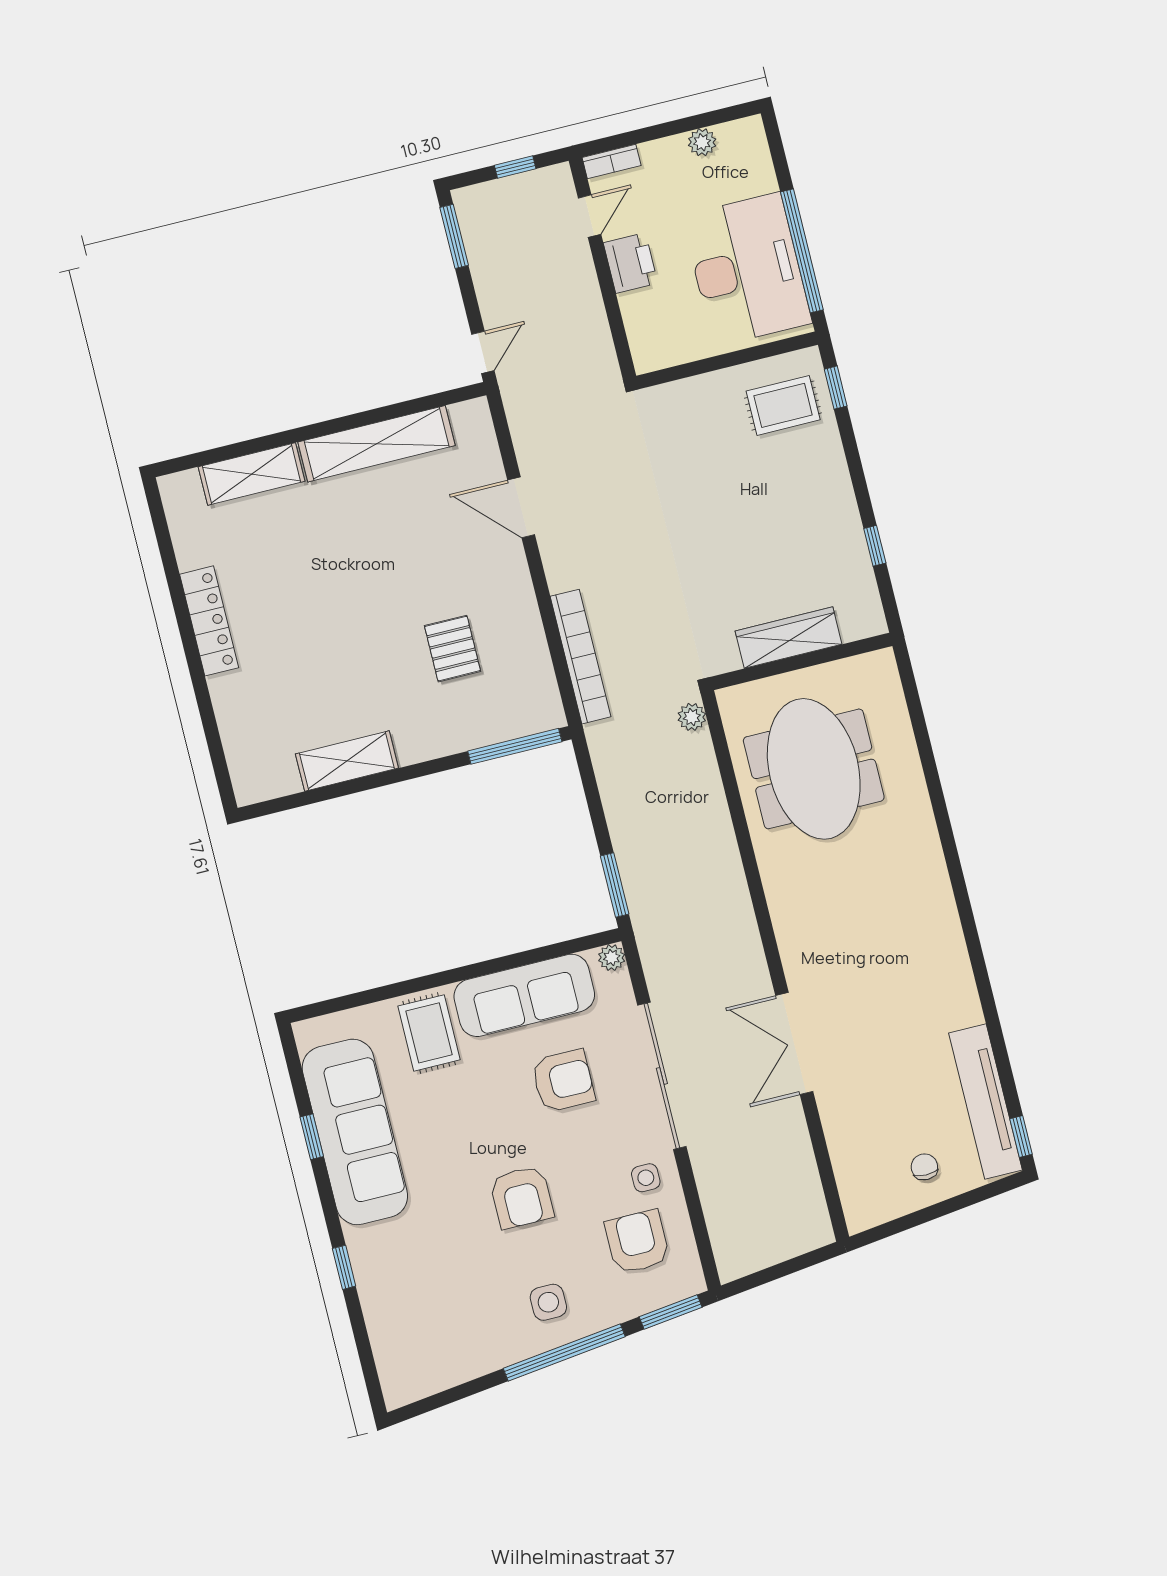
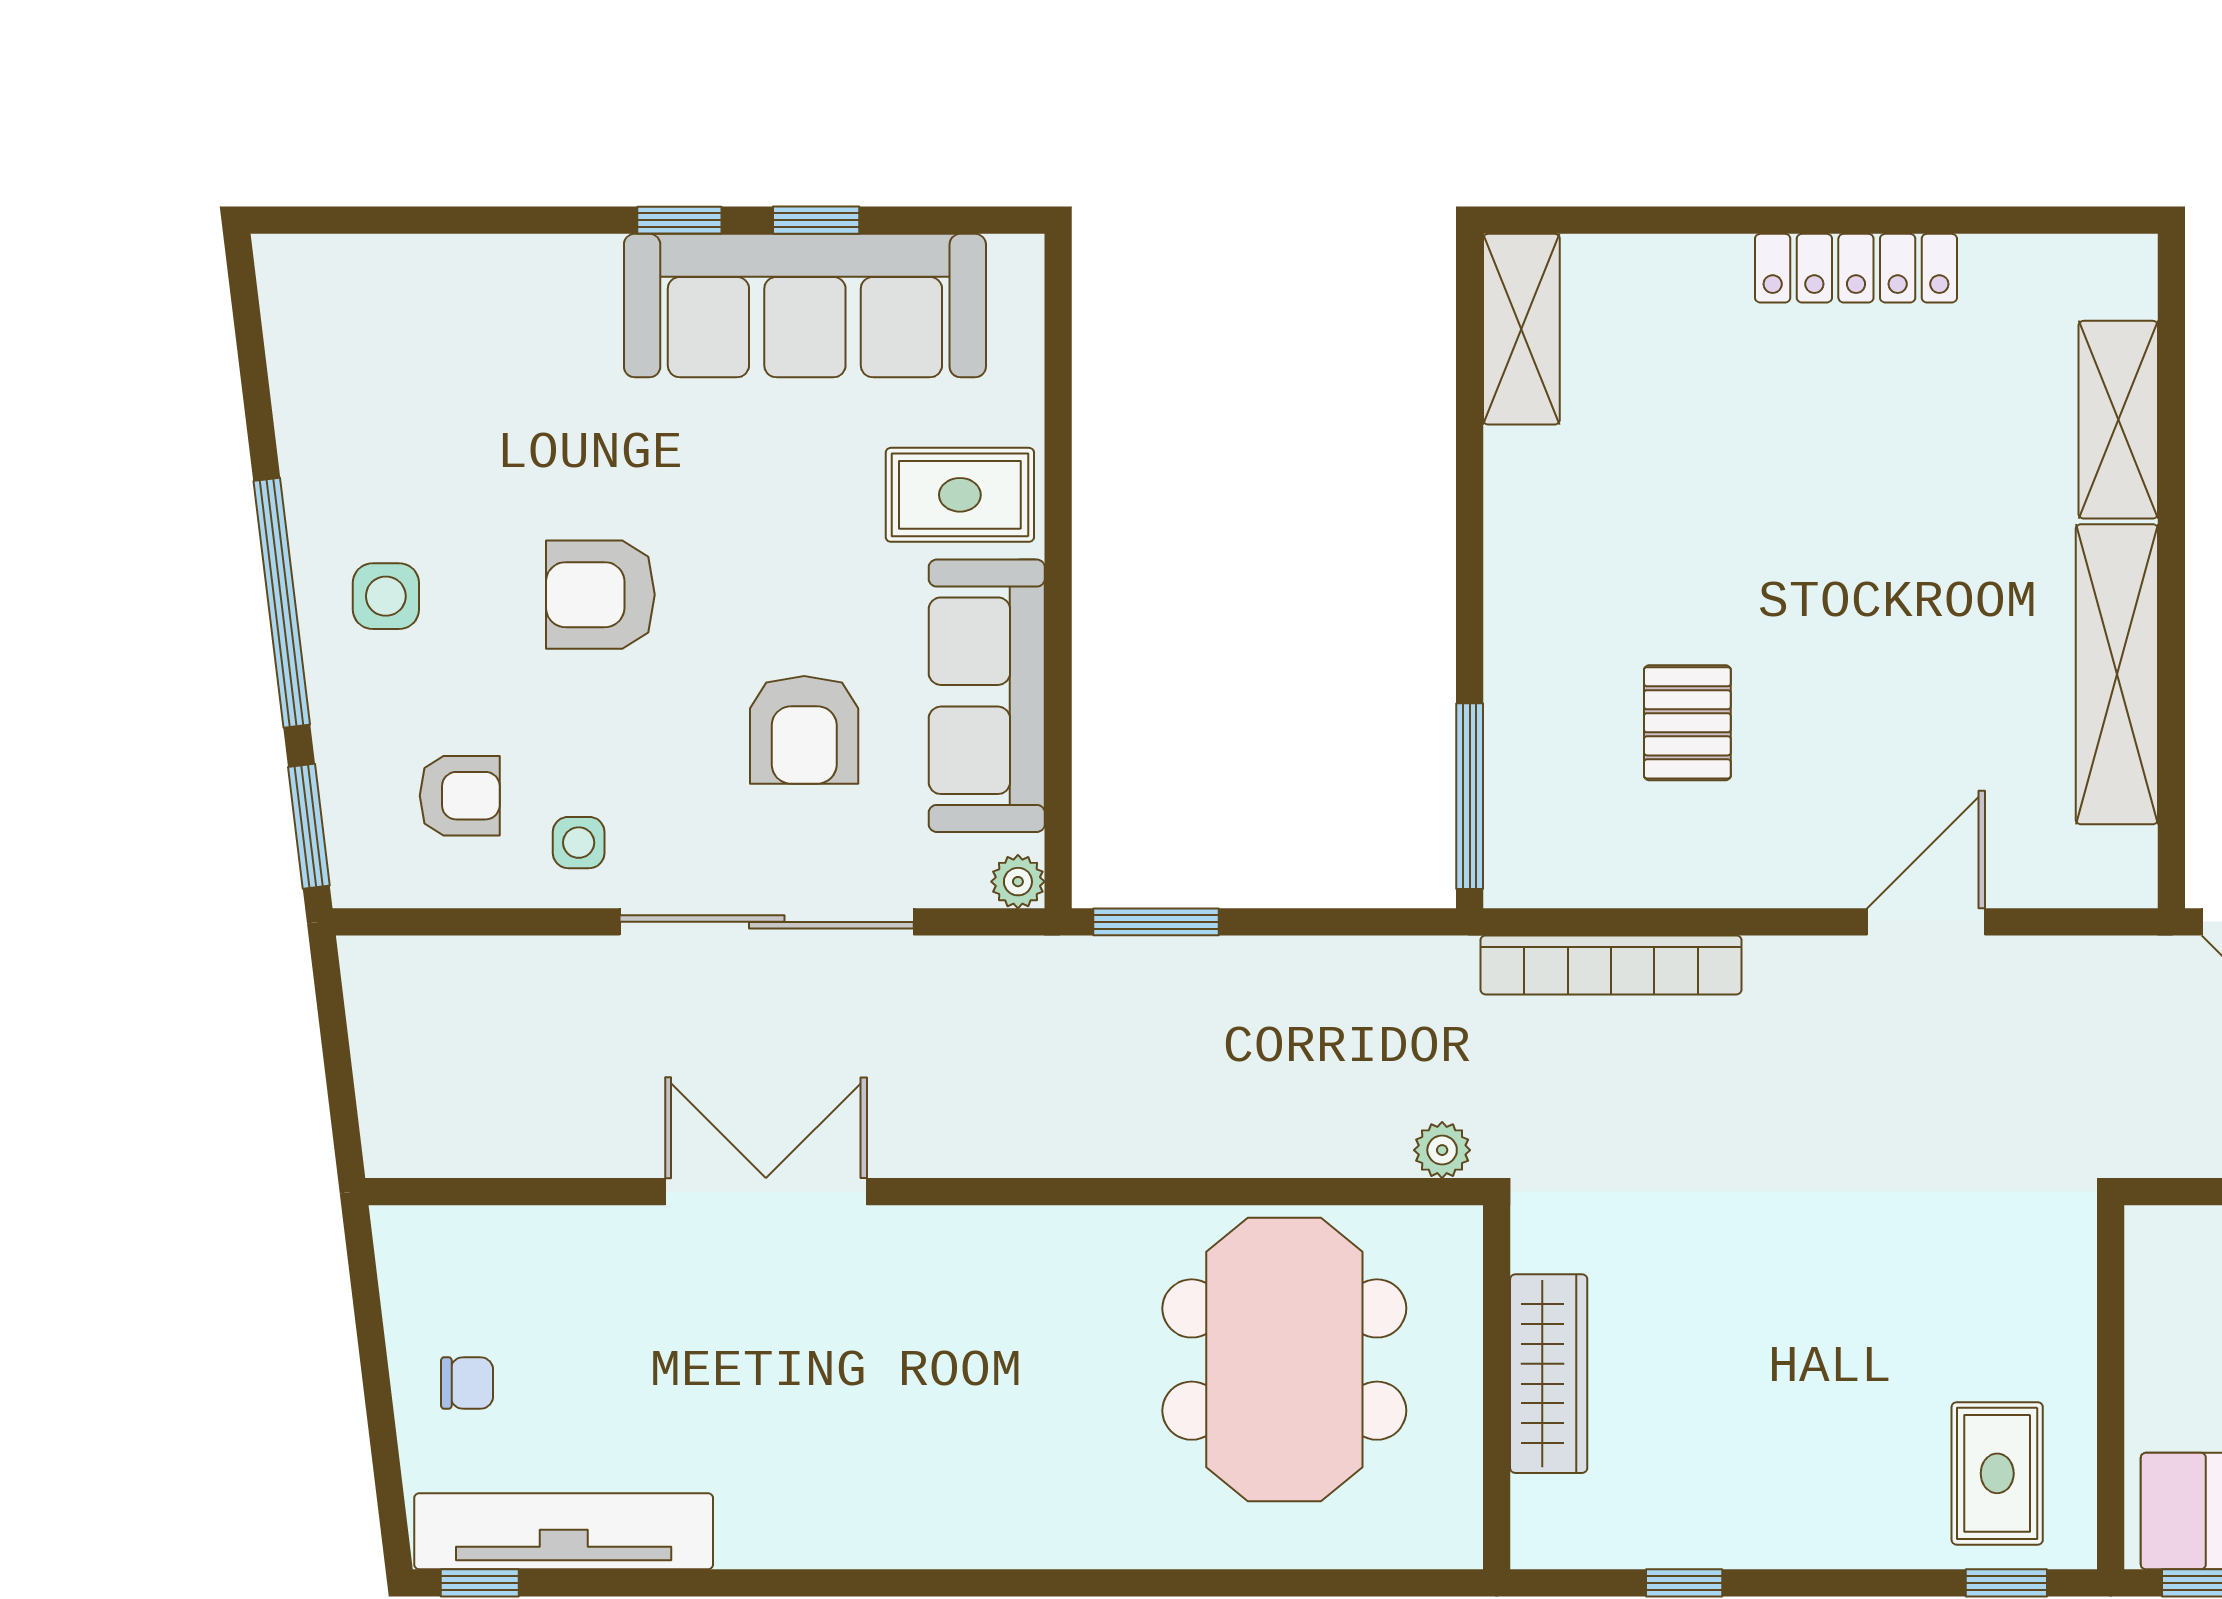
pallet: (452, 649) -> (1687, 723), turned 90
shelving: (347, 761) -> (1521, 329), moved
meeting table: (814, 769) -> (1284, 1360), turned 90
armchair: (637, 1242) -> (460, 796), width x0.72, depth x0.72
window: (344, 1267) -> (679, 220), moved

